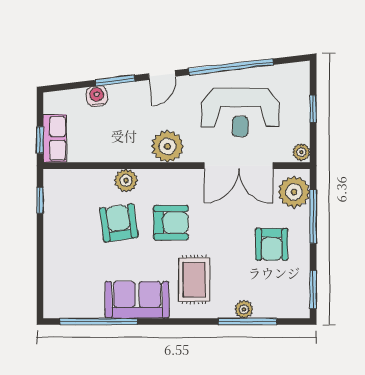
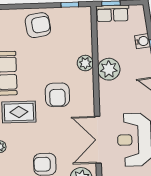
plant: (167, 146) -> (109, 69), moved
armchair: (119, 223) -> (38, 25), moved

